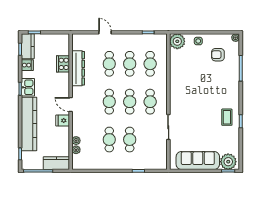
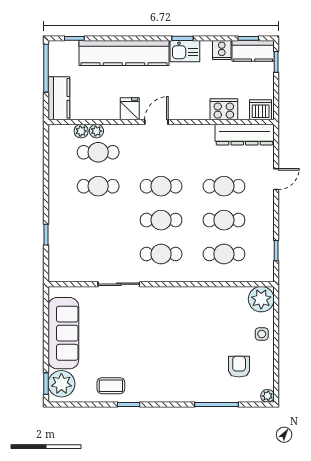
dishwasher: (63, 42) -> (261, 110), added
dresser: (78, 68) -> (245, 135), moved
coffee table: (227, 117) -> (111, 386), moved
cafe table: (130, 140) -> (98, 152), moved

